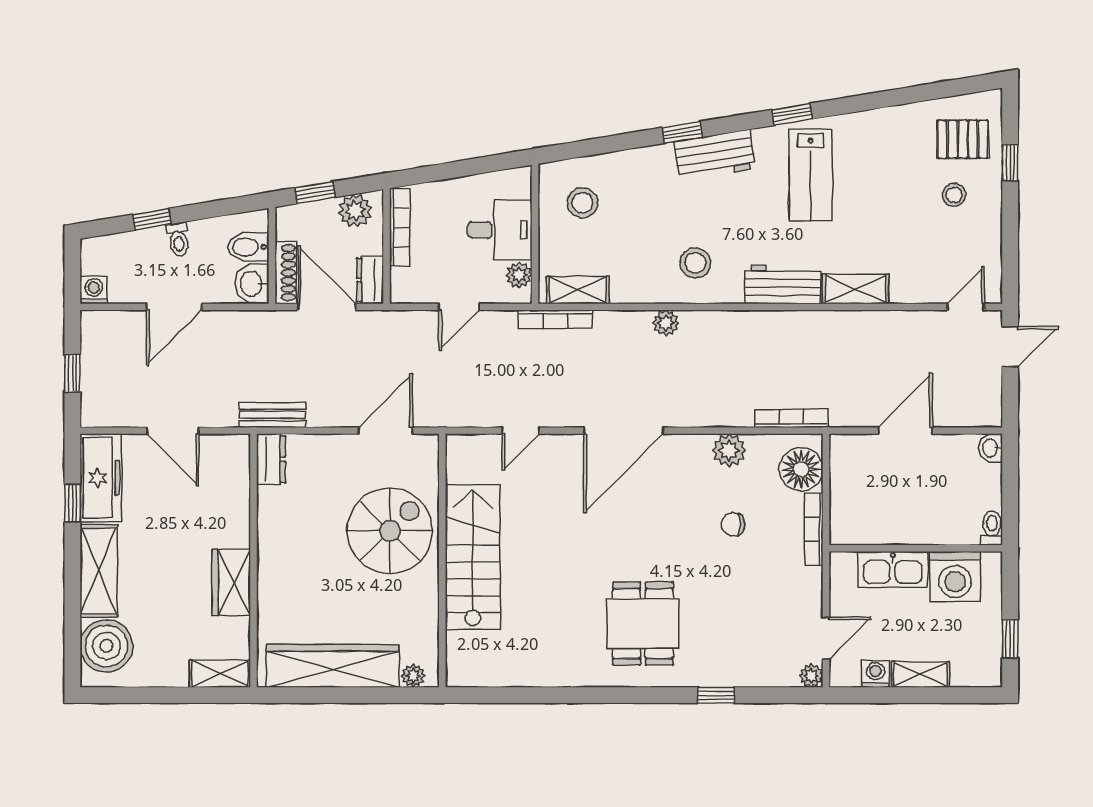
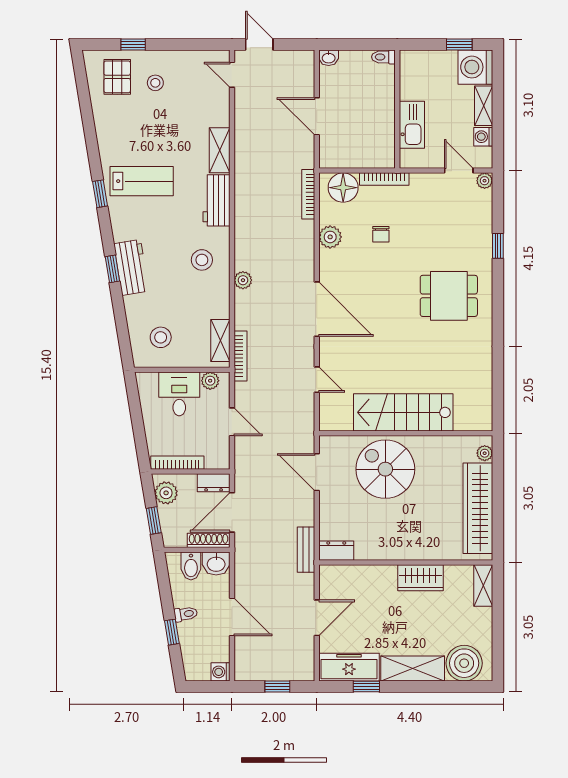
workbench: (715, 155) -> (131, 267), moved
washing machine: (955, 577) -> (475, 67), moved, turned 180

